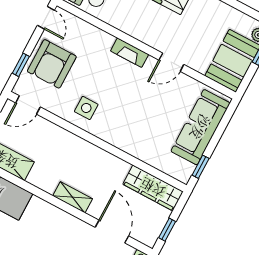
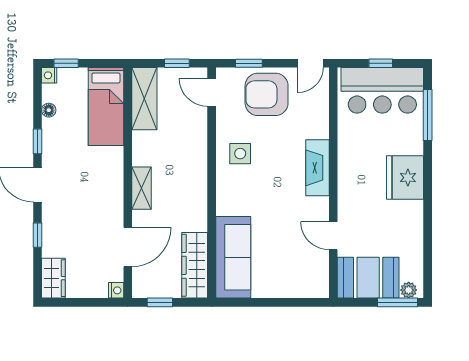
fireplace: (130, 53) -> (318, 168), width x1.37, depth x1.32
door: (171, 62) -> (333, 236), moved
sofa: (200, 127) -> (233, 257), moved, turned 90
window: (201, 167) -> (242, 302), removed

